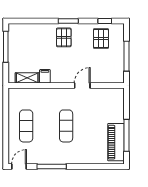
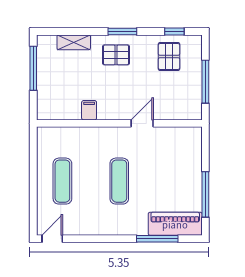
pallet: (64, 37) -> (116, 55), turned 90
shelving: (27, 78) -> (74, 42), moved
piano: (116, 142) -> (175, 224), moved, turned 90
window: (52, 166) -> (157, 239), moved

